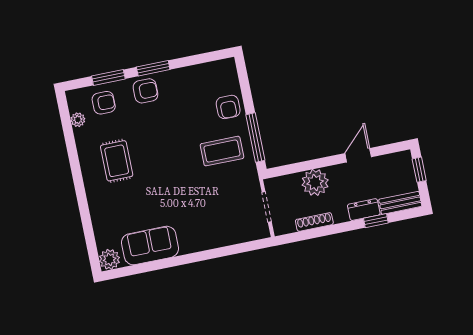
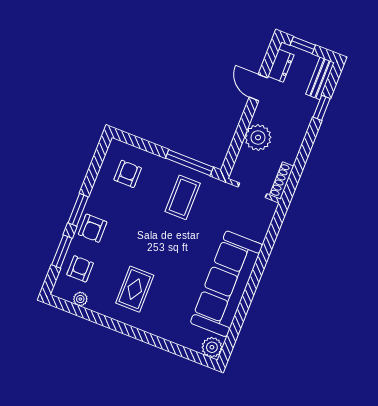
armchair: (145, 91) -> (93, 228), turned 180
armchair: (228, 107) -> (128, 174), moved, turned -90
rug: (117, 161) -> (135, 289), turned 90
dresser: (364, 210) -> (281, 66), moved, turned 180
shoe rack: (314, 222) -> (282, 181), moved
sofa: (150, 246) -> (226, 284), width x1.85, depth x1.27

